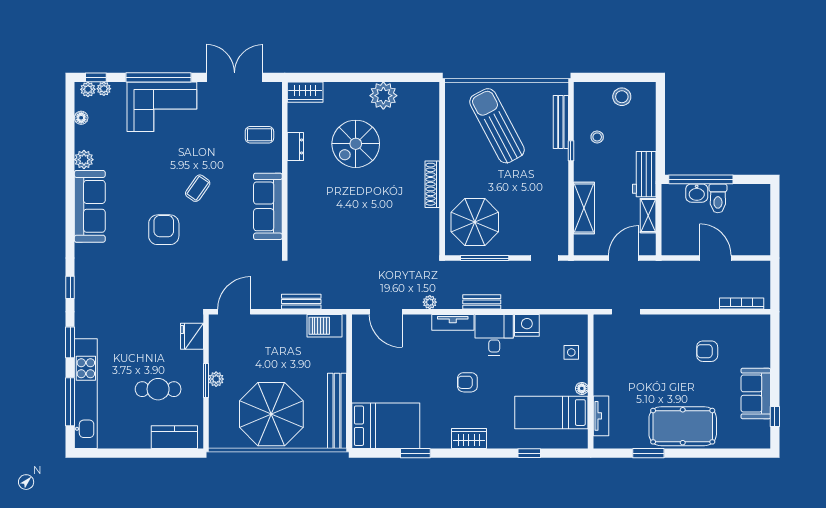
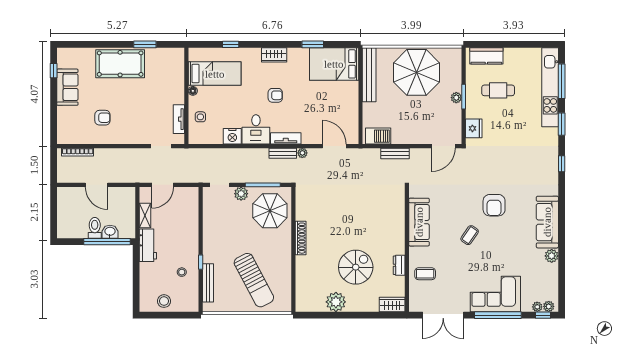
floor lamp: (81, 118) -> (554, 286), removed
shelving: (584, 208) -> (191, 221), removed
plant: (515, 246) -> (241, 194), added
bench: (482, 302) -> (283, 153), moved
tv unit: (601, 416) -> (179, 119), moved

